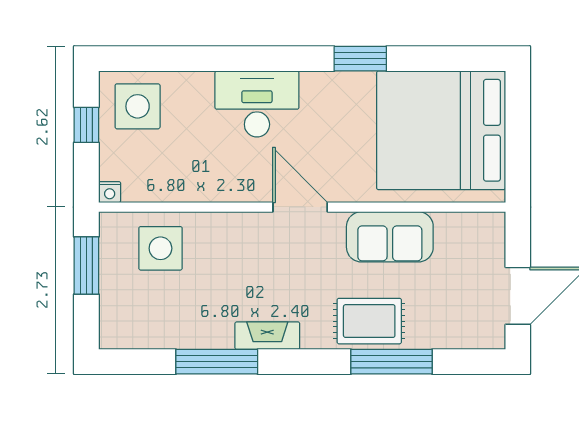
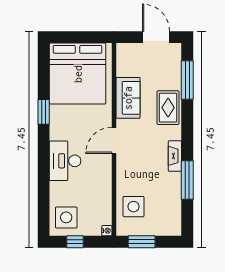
window: (392, 362) -> (187, 80), moved

